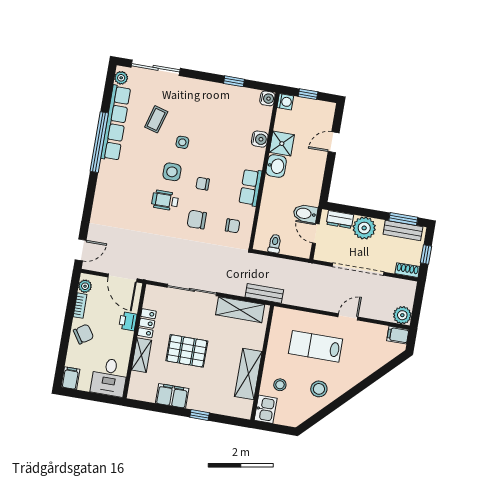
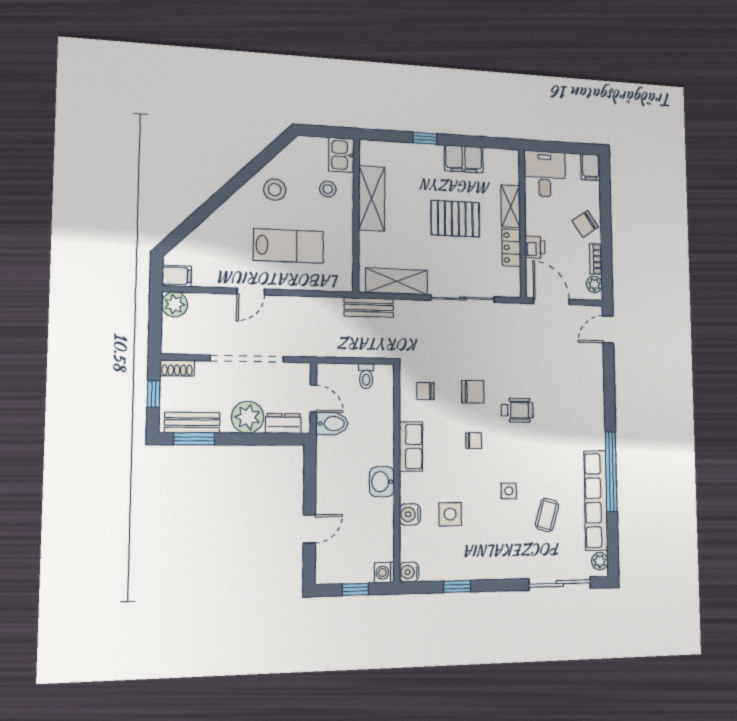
shower: (282, 144) -> (379, 514), removed
side table: (172, 172) -> (450, 514), moved

